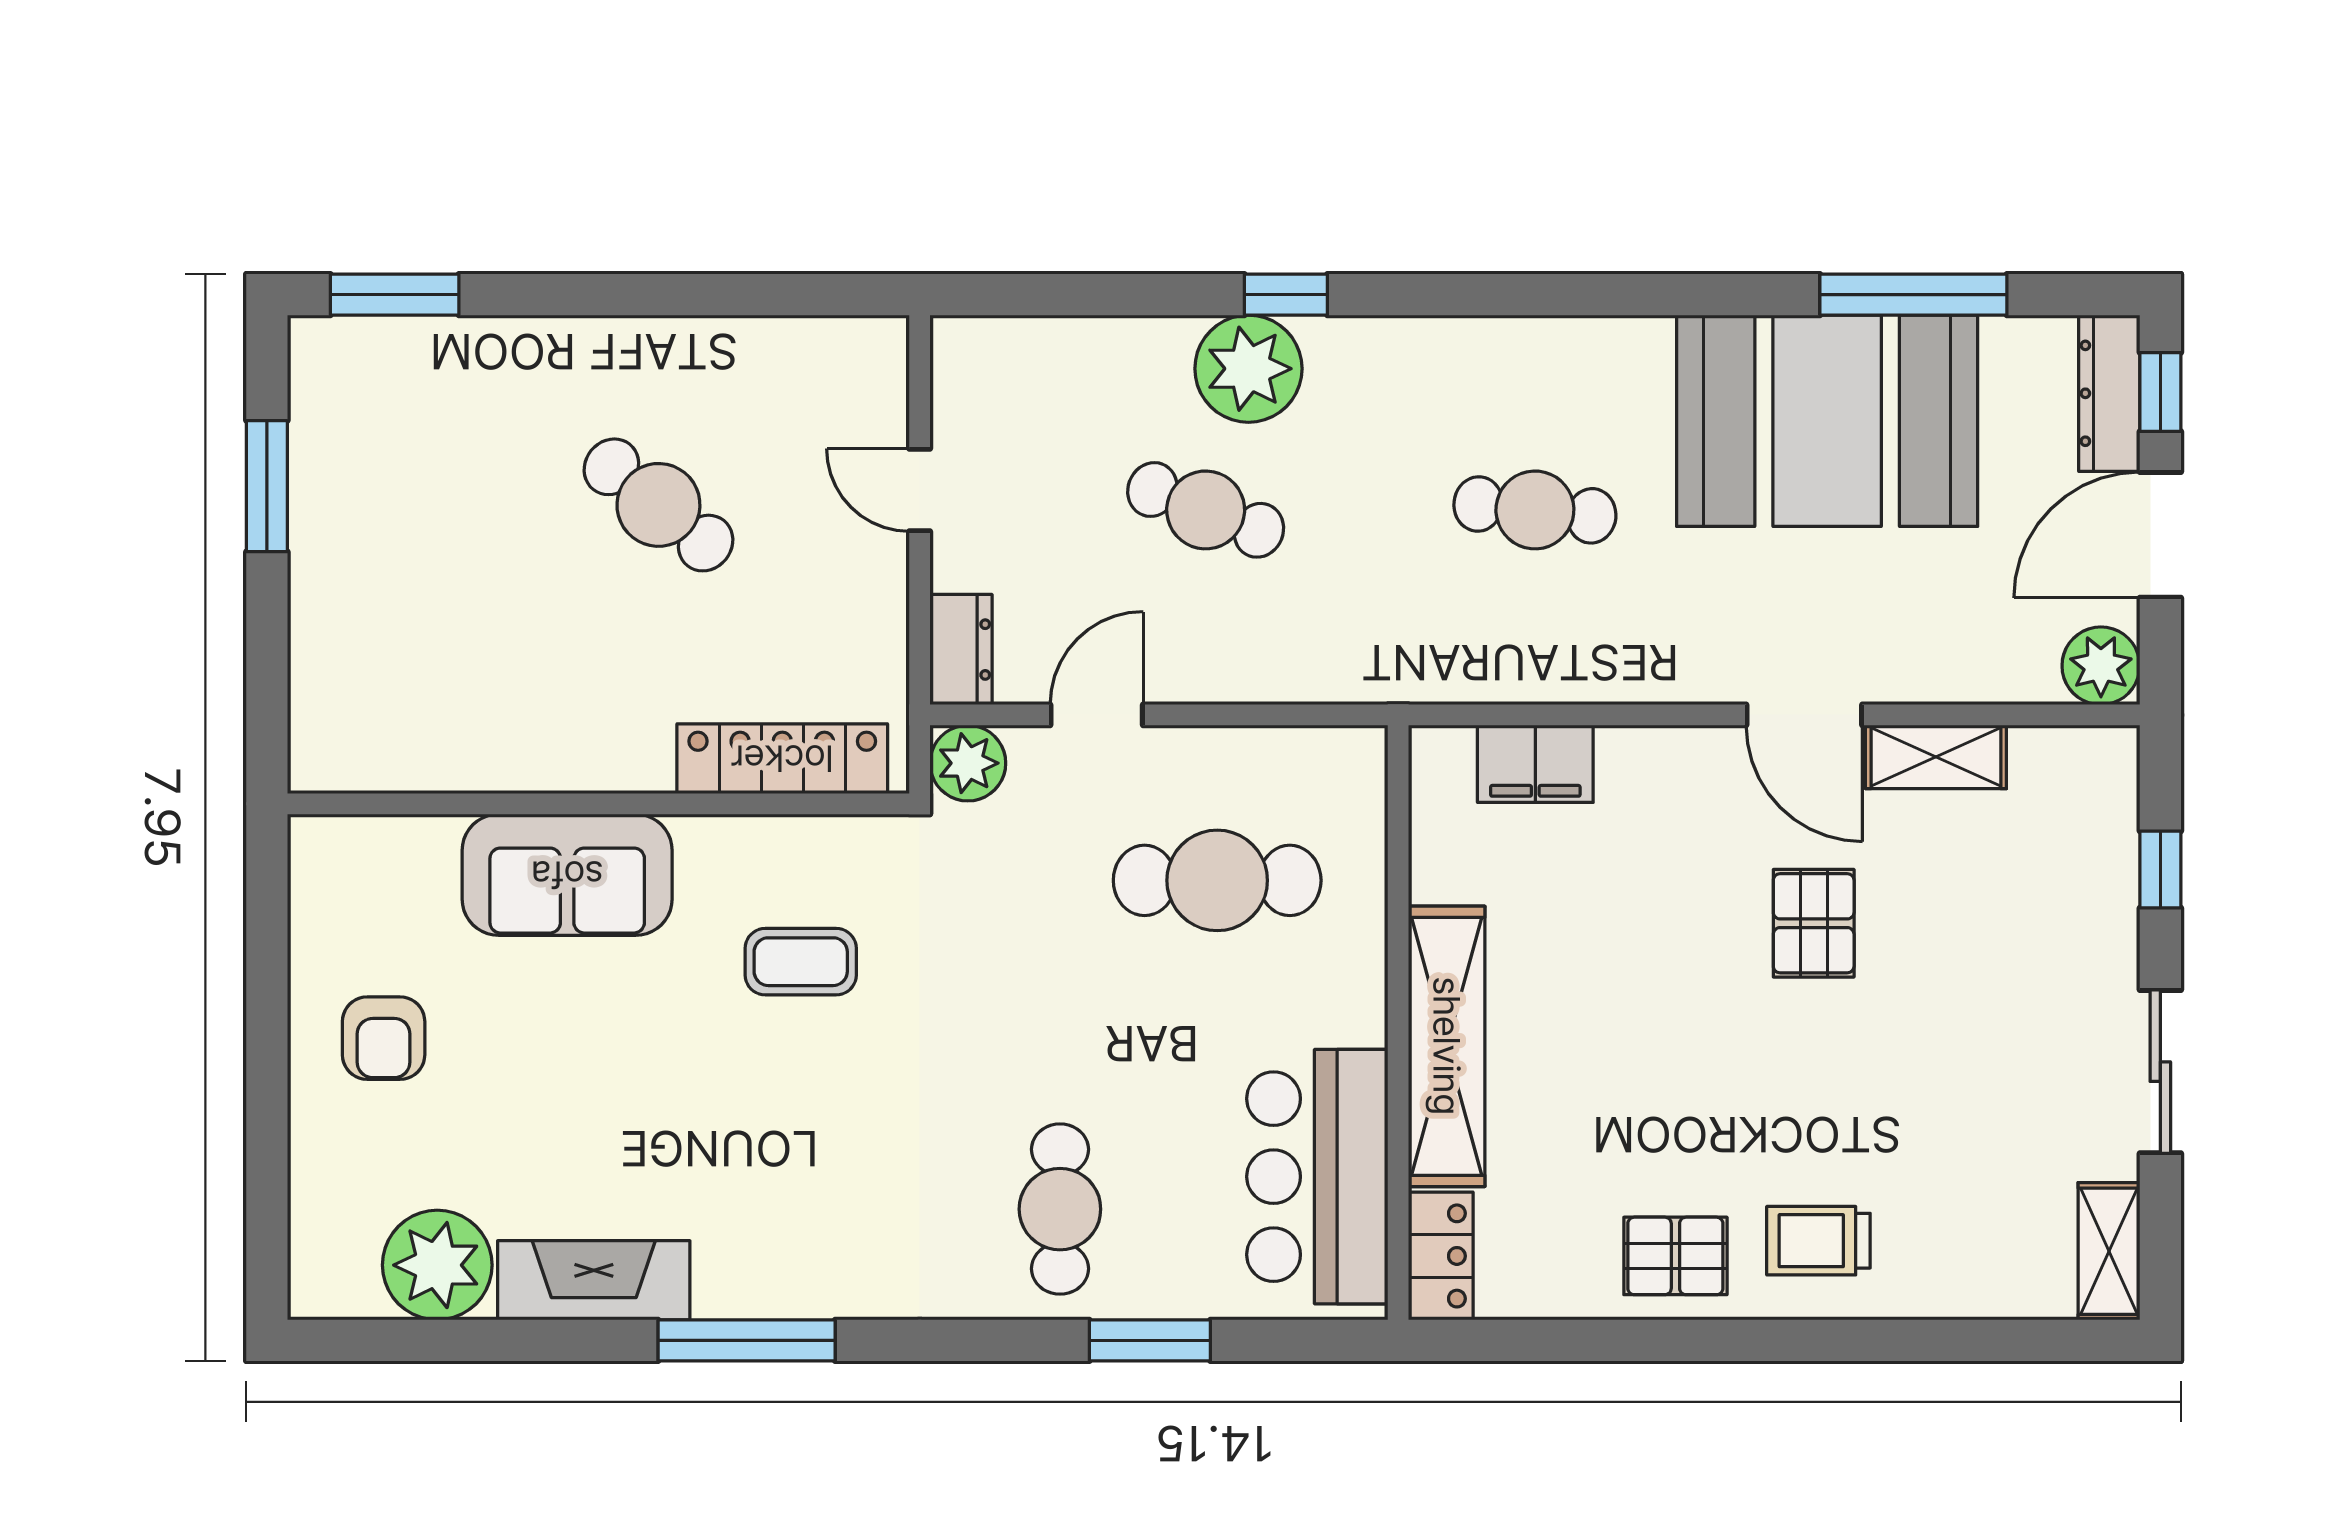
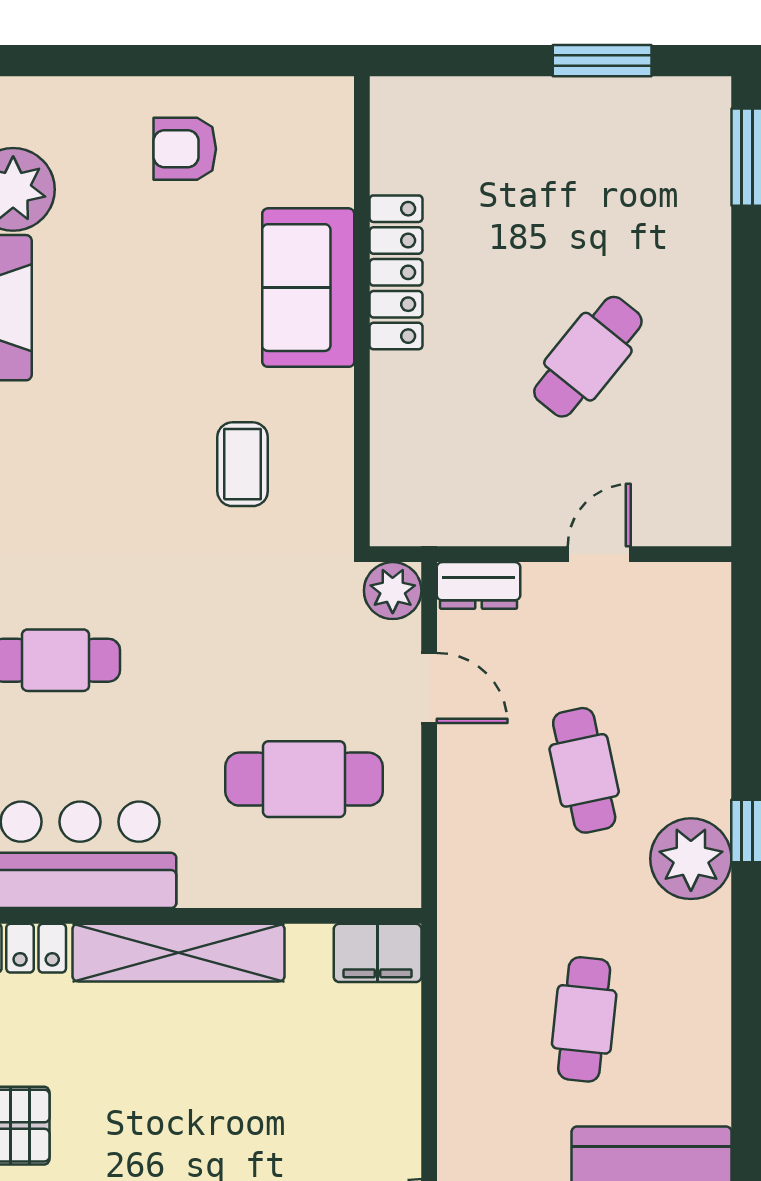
plant: (1248, 369) -> (691, 859), moved
cafe table: (1206, 510) -> (584, 770), turned -33
locker: (782, 759) -> (396, 272), moved
filing cabinet: (1535, 764) -> (378, 953), moved, turned -90
cafe table: (1217, 880) -> (304, 779), turned 90

